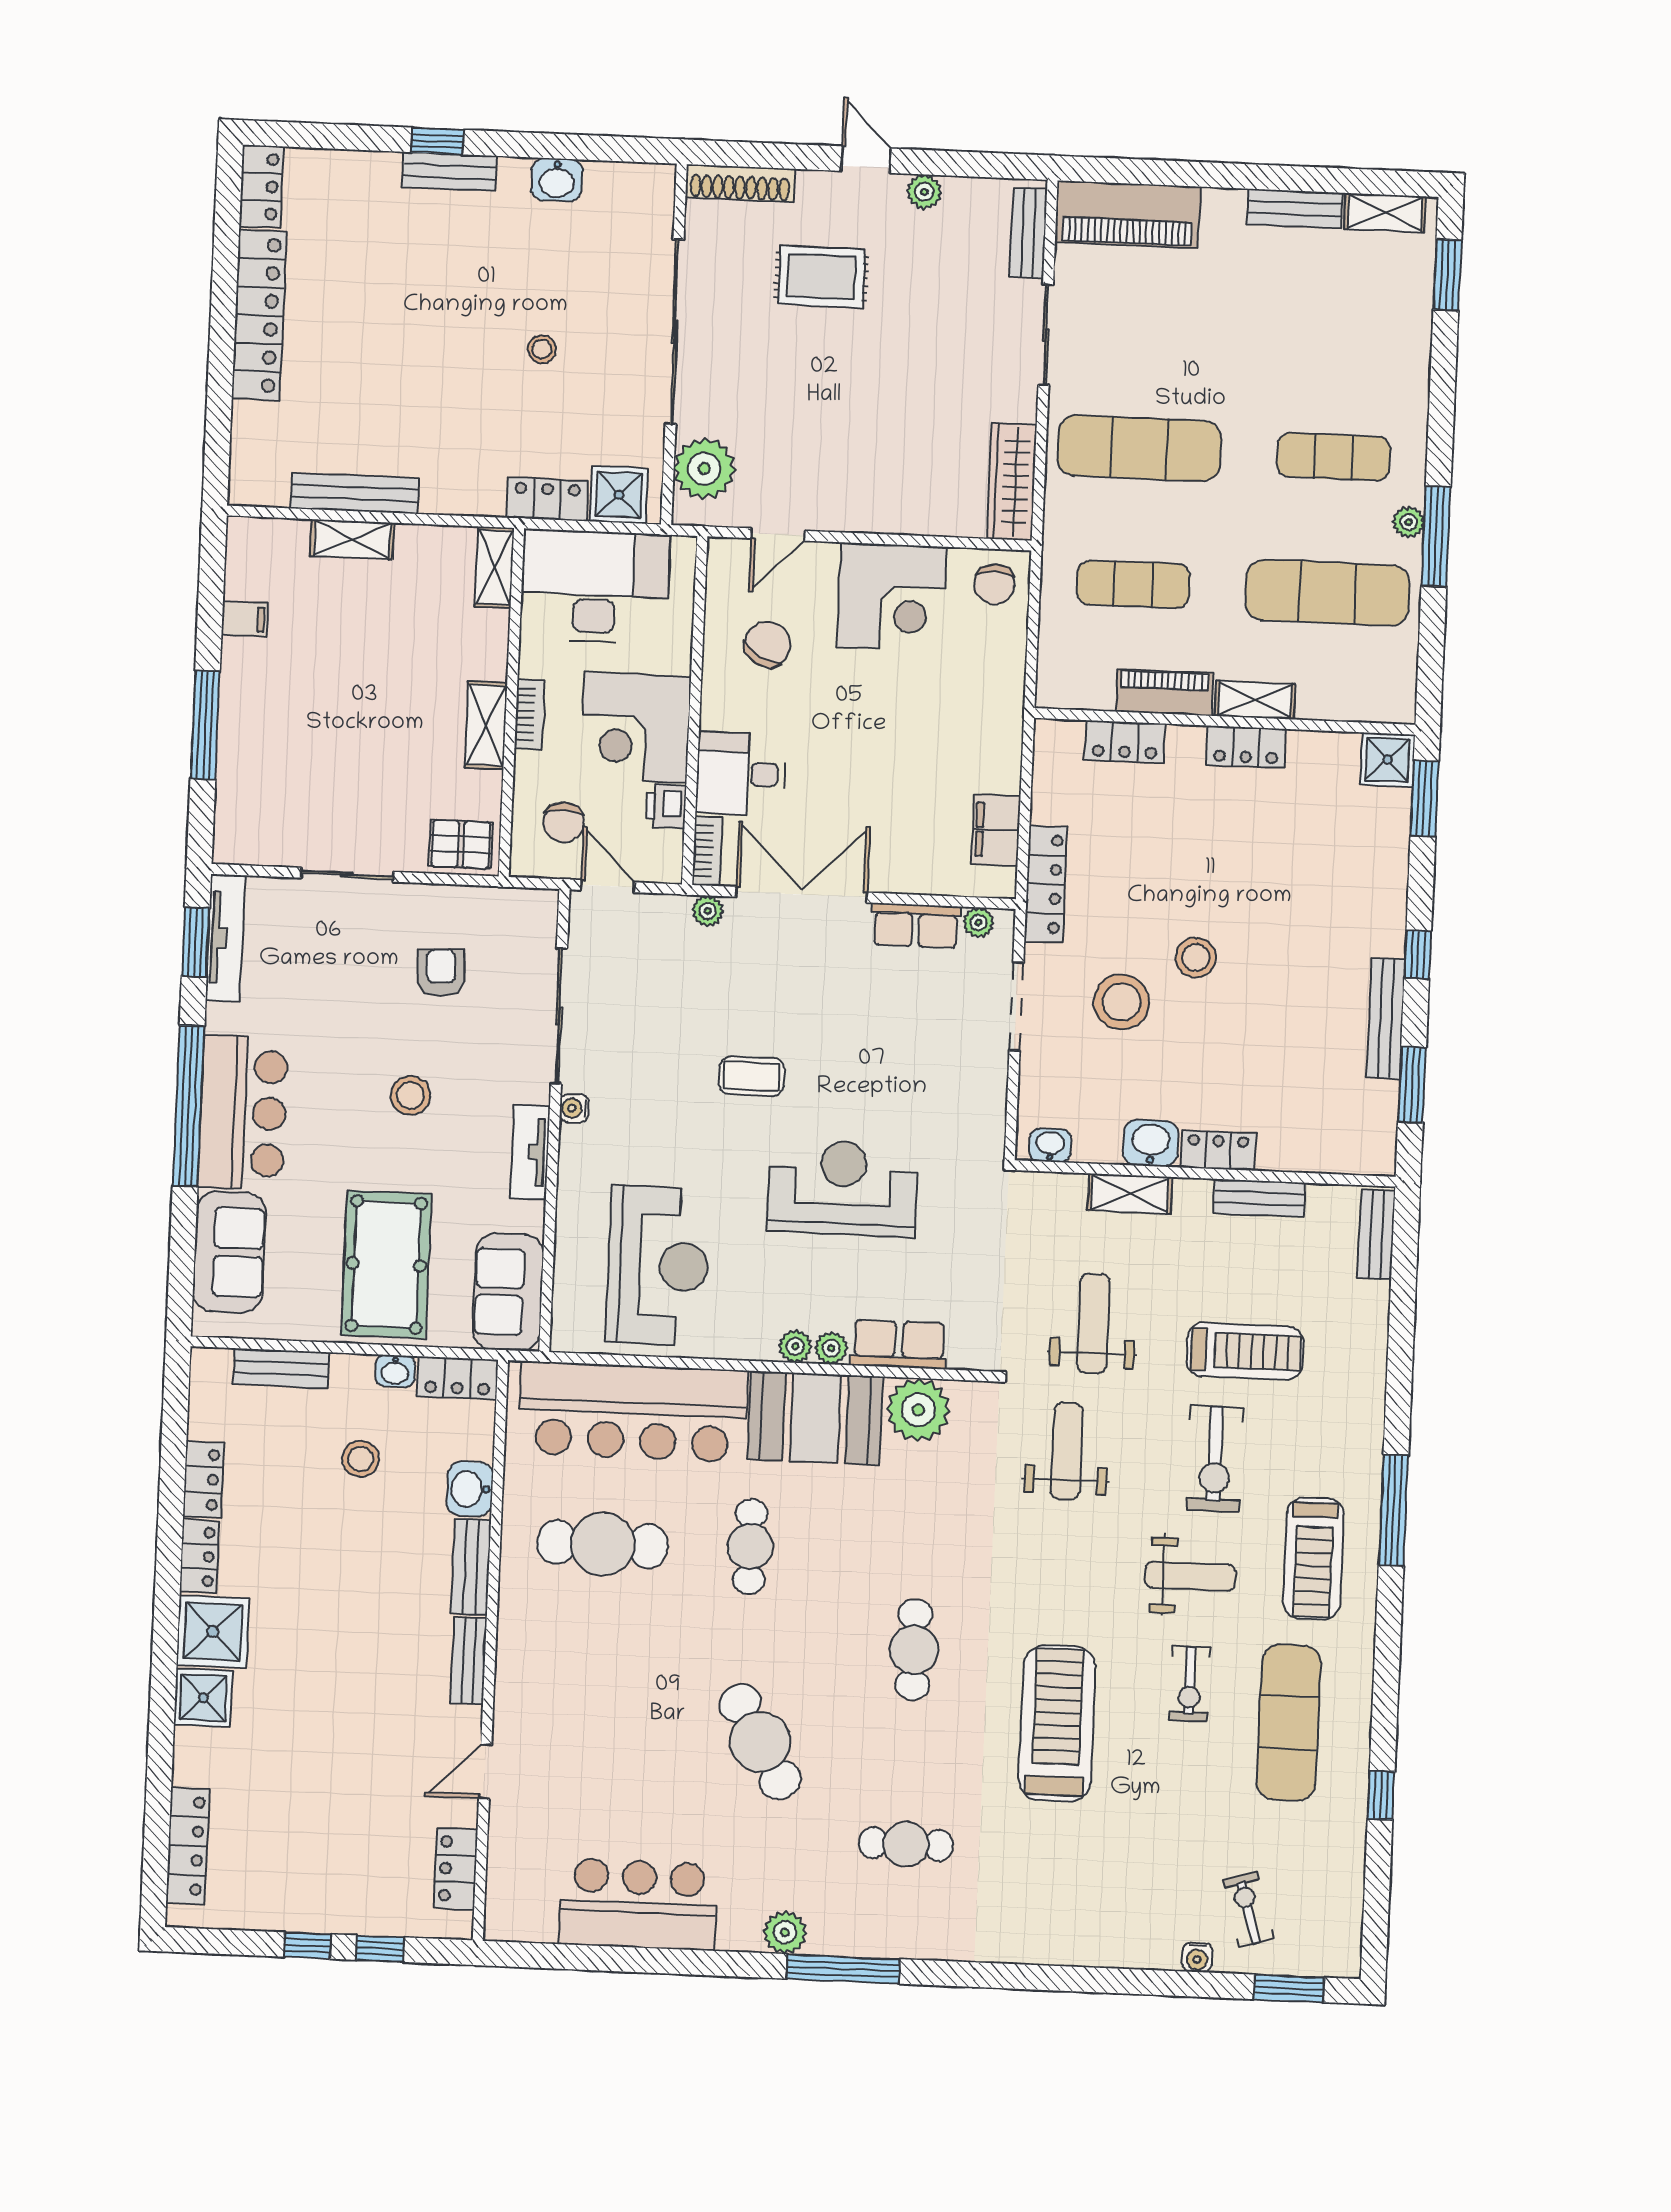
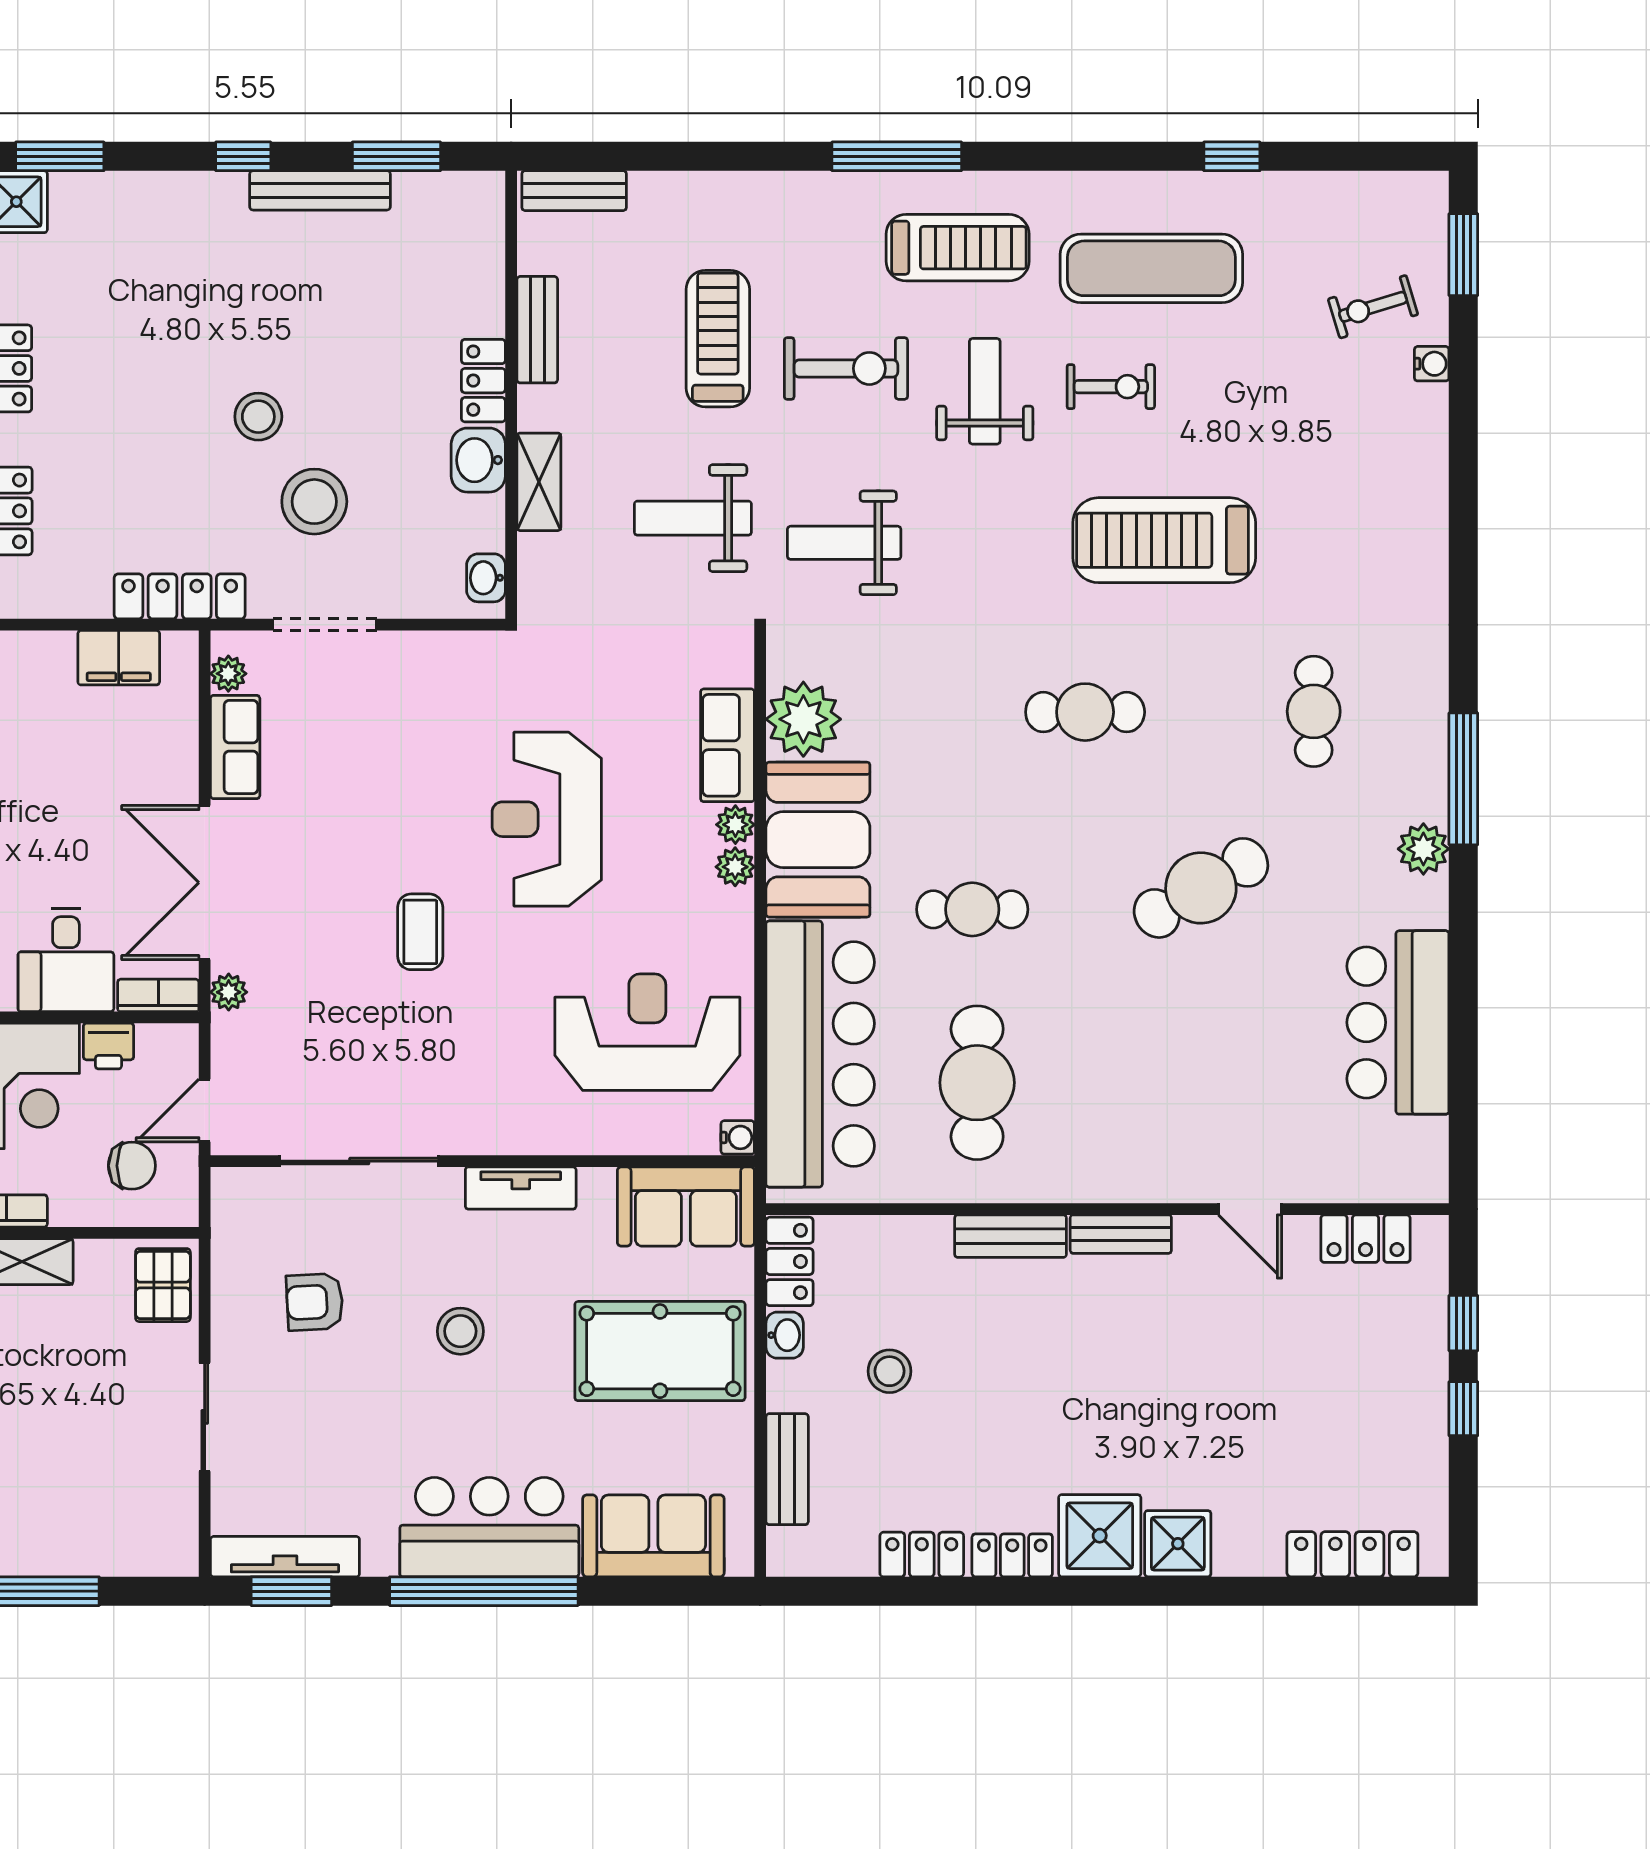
water cooler: (574, 1108) -> (738, 1137), moved, turned -90
washbasin: (470, 1489) -> (919, 1242), removed

